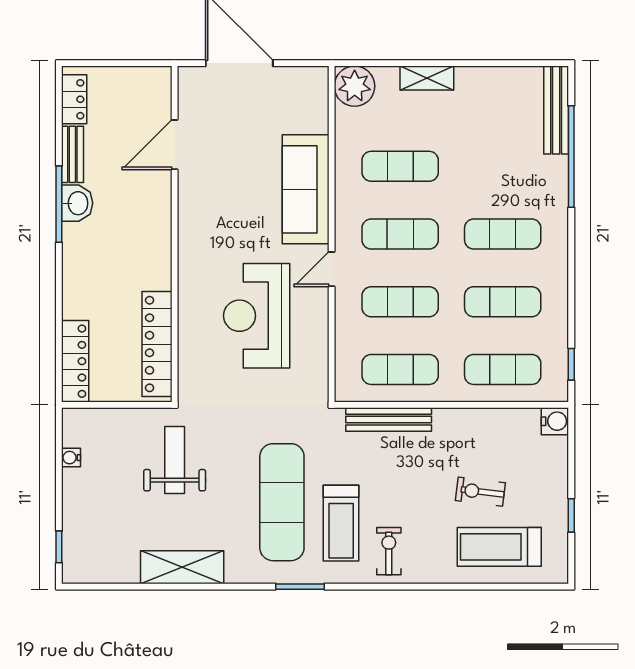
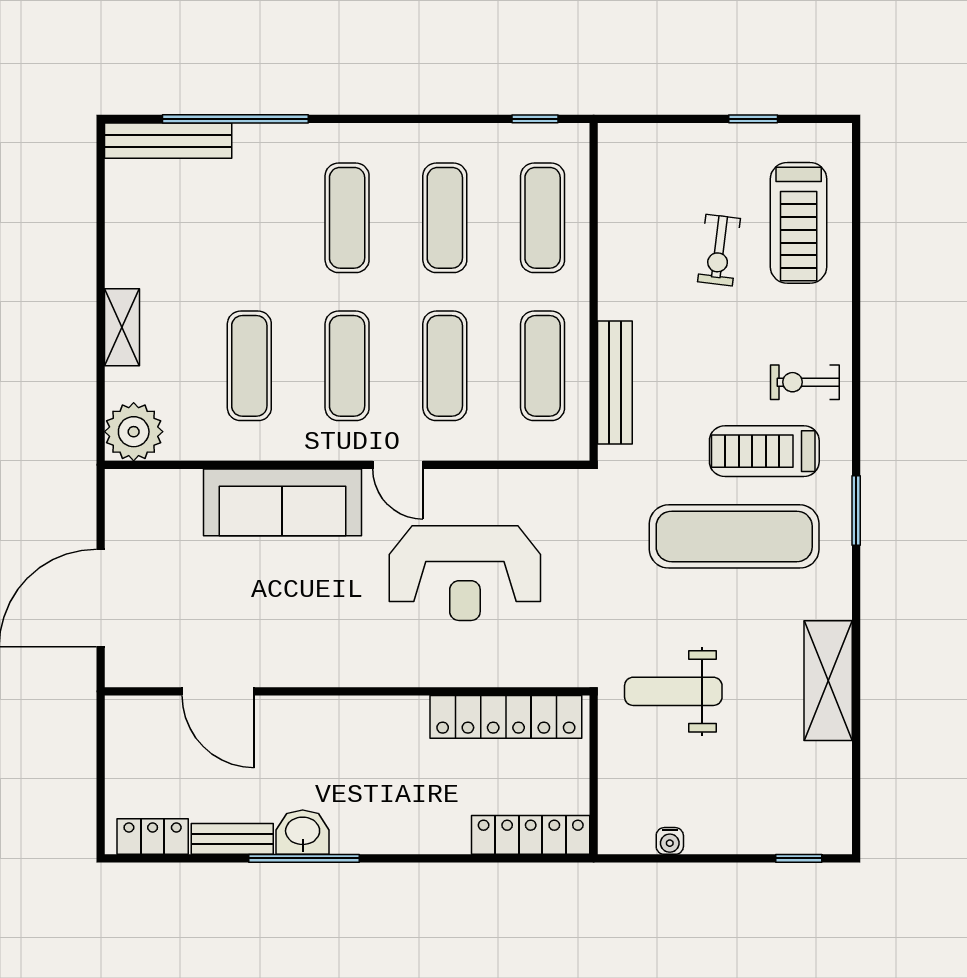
water cooler: (555, 421) -> (617, 142), removed
treadmill: (341, 523) -> (764, 451), turned 180

